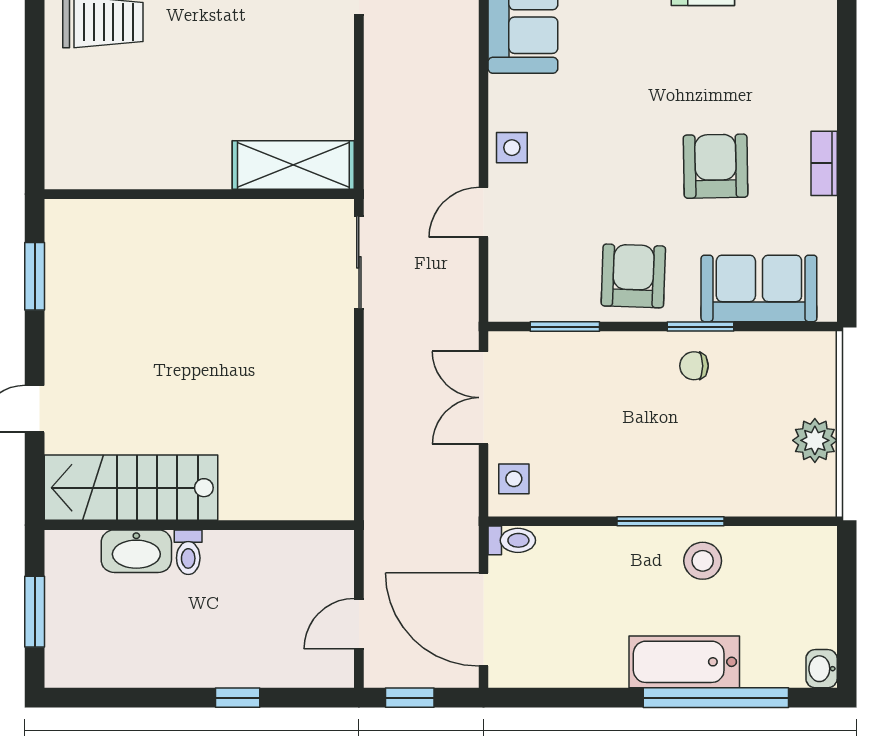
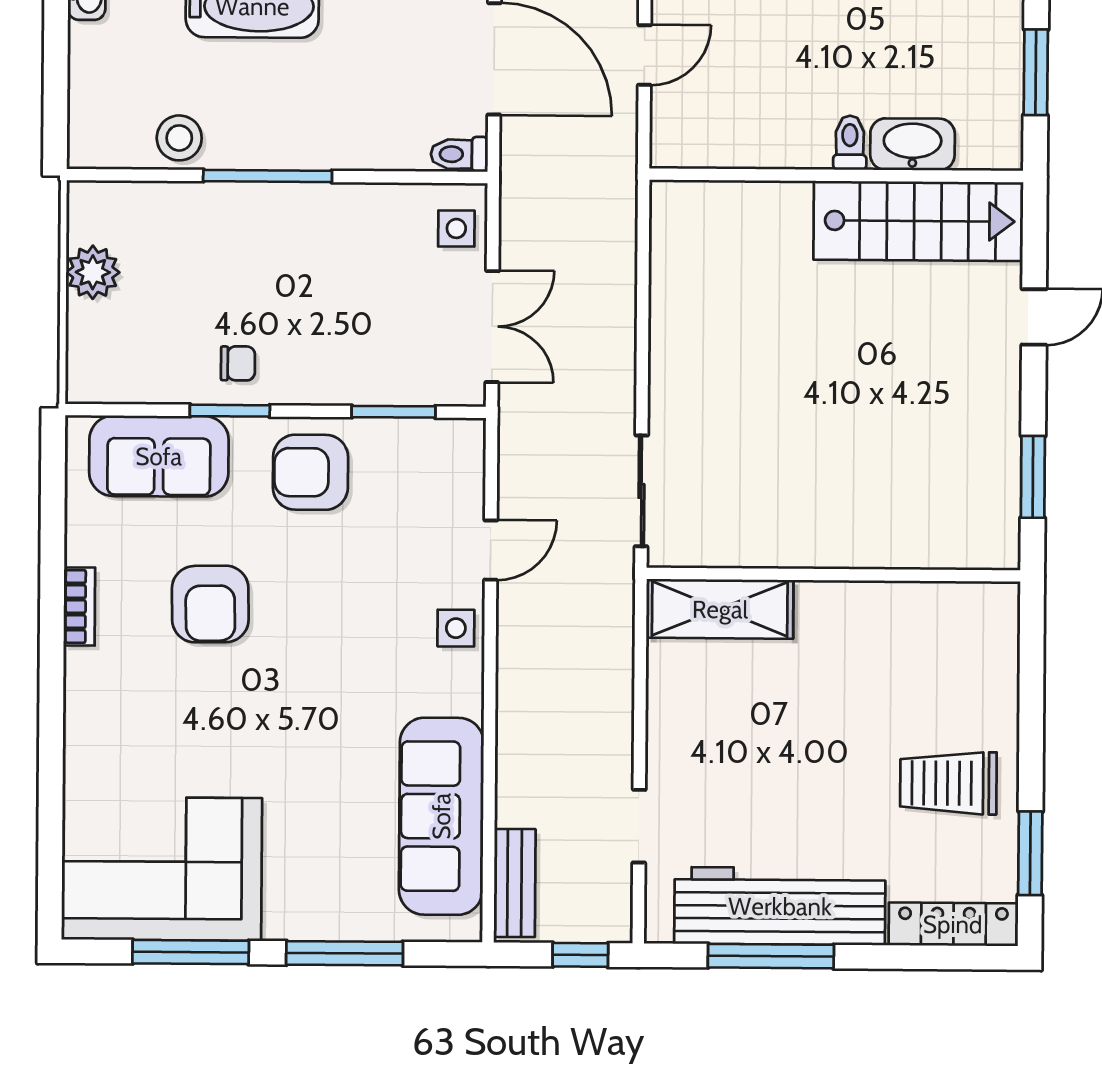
armchair: (633, 276) -> (310, 472), turned 88
stool: (703, 561) -> (179, 138), moved

